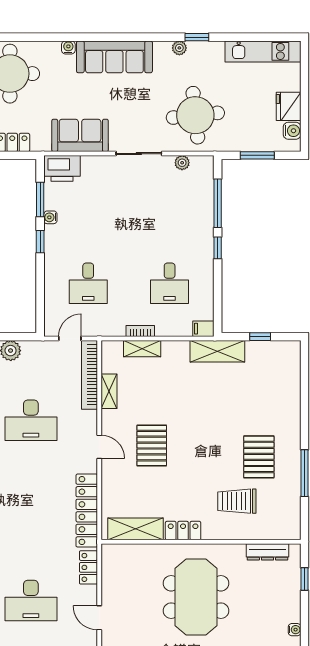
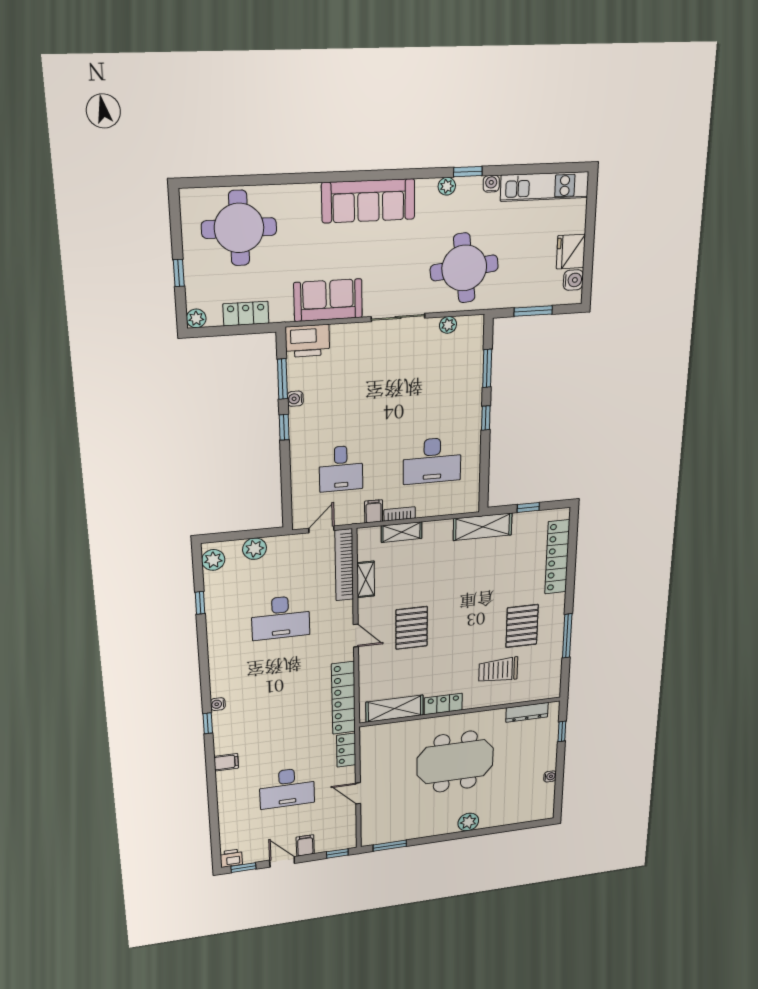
water cooler: (68, 47) -> (491, 184), moved
window: (218, 203) -> (487, 368), width x0.69
desk: (170, 283) -> (432, 461), width x1.37
filing cabinet: (203, 329) -> (374, 511), moved, turned 90
locker: (290, 389) -> (557, 557), added
meeting table: (196, 597) -> (455, 762), turned 90

